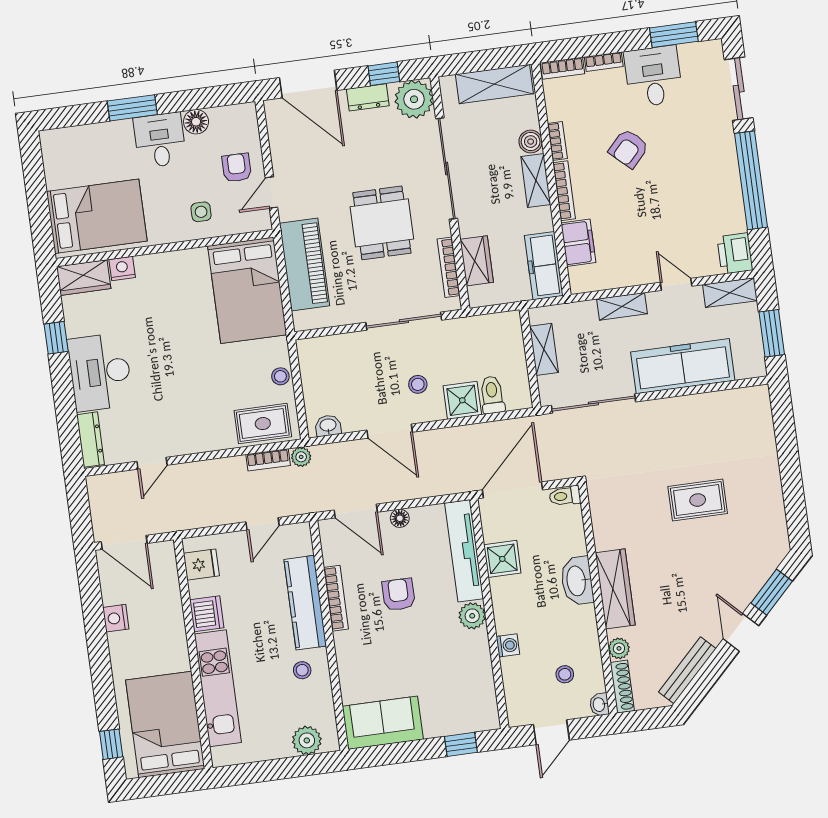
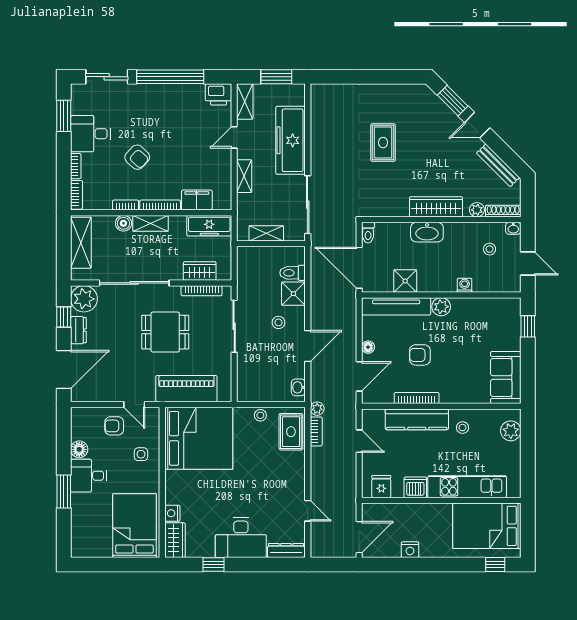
bed: (247, 290) -> (199, 438), width x1.36

